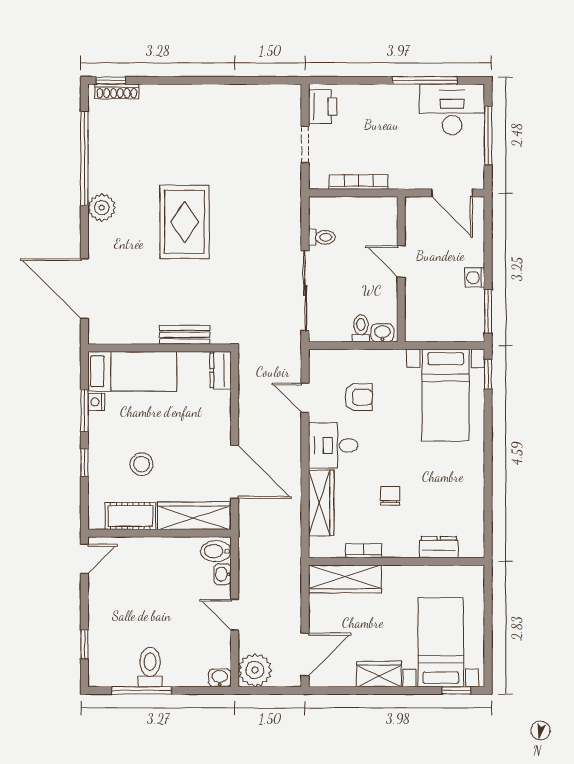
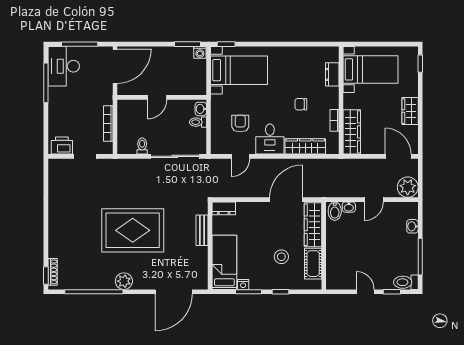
door: (452, 193) -> (115, 66), width x1.36
rug: (185, 222) -> (133, 230), width x1.37, depth x1.44
washing machine: (475, 278) -> (200, 52), moved
door: (84, 559) -> (365, 292), moved
bed with nightstands: (441, 642) -> (371, 69), moved, turned 180
toilet: (150, 667) -> (406, 282), moved
washbasin: (220, 678) -> (412, 226), moved

